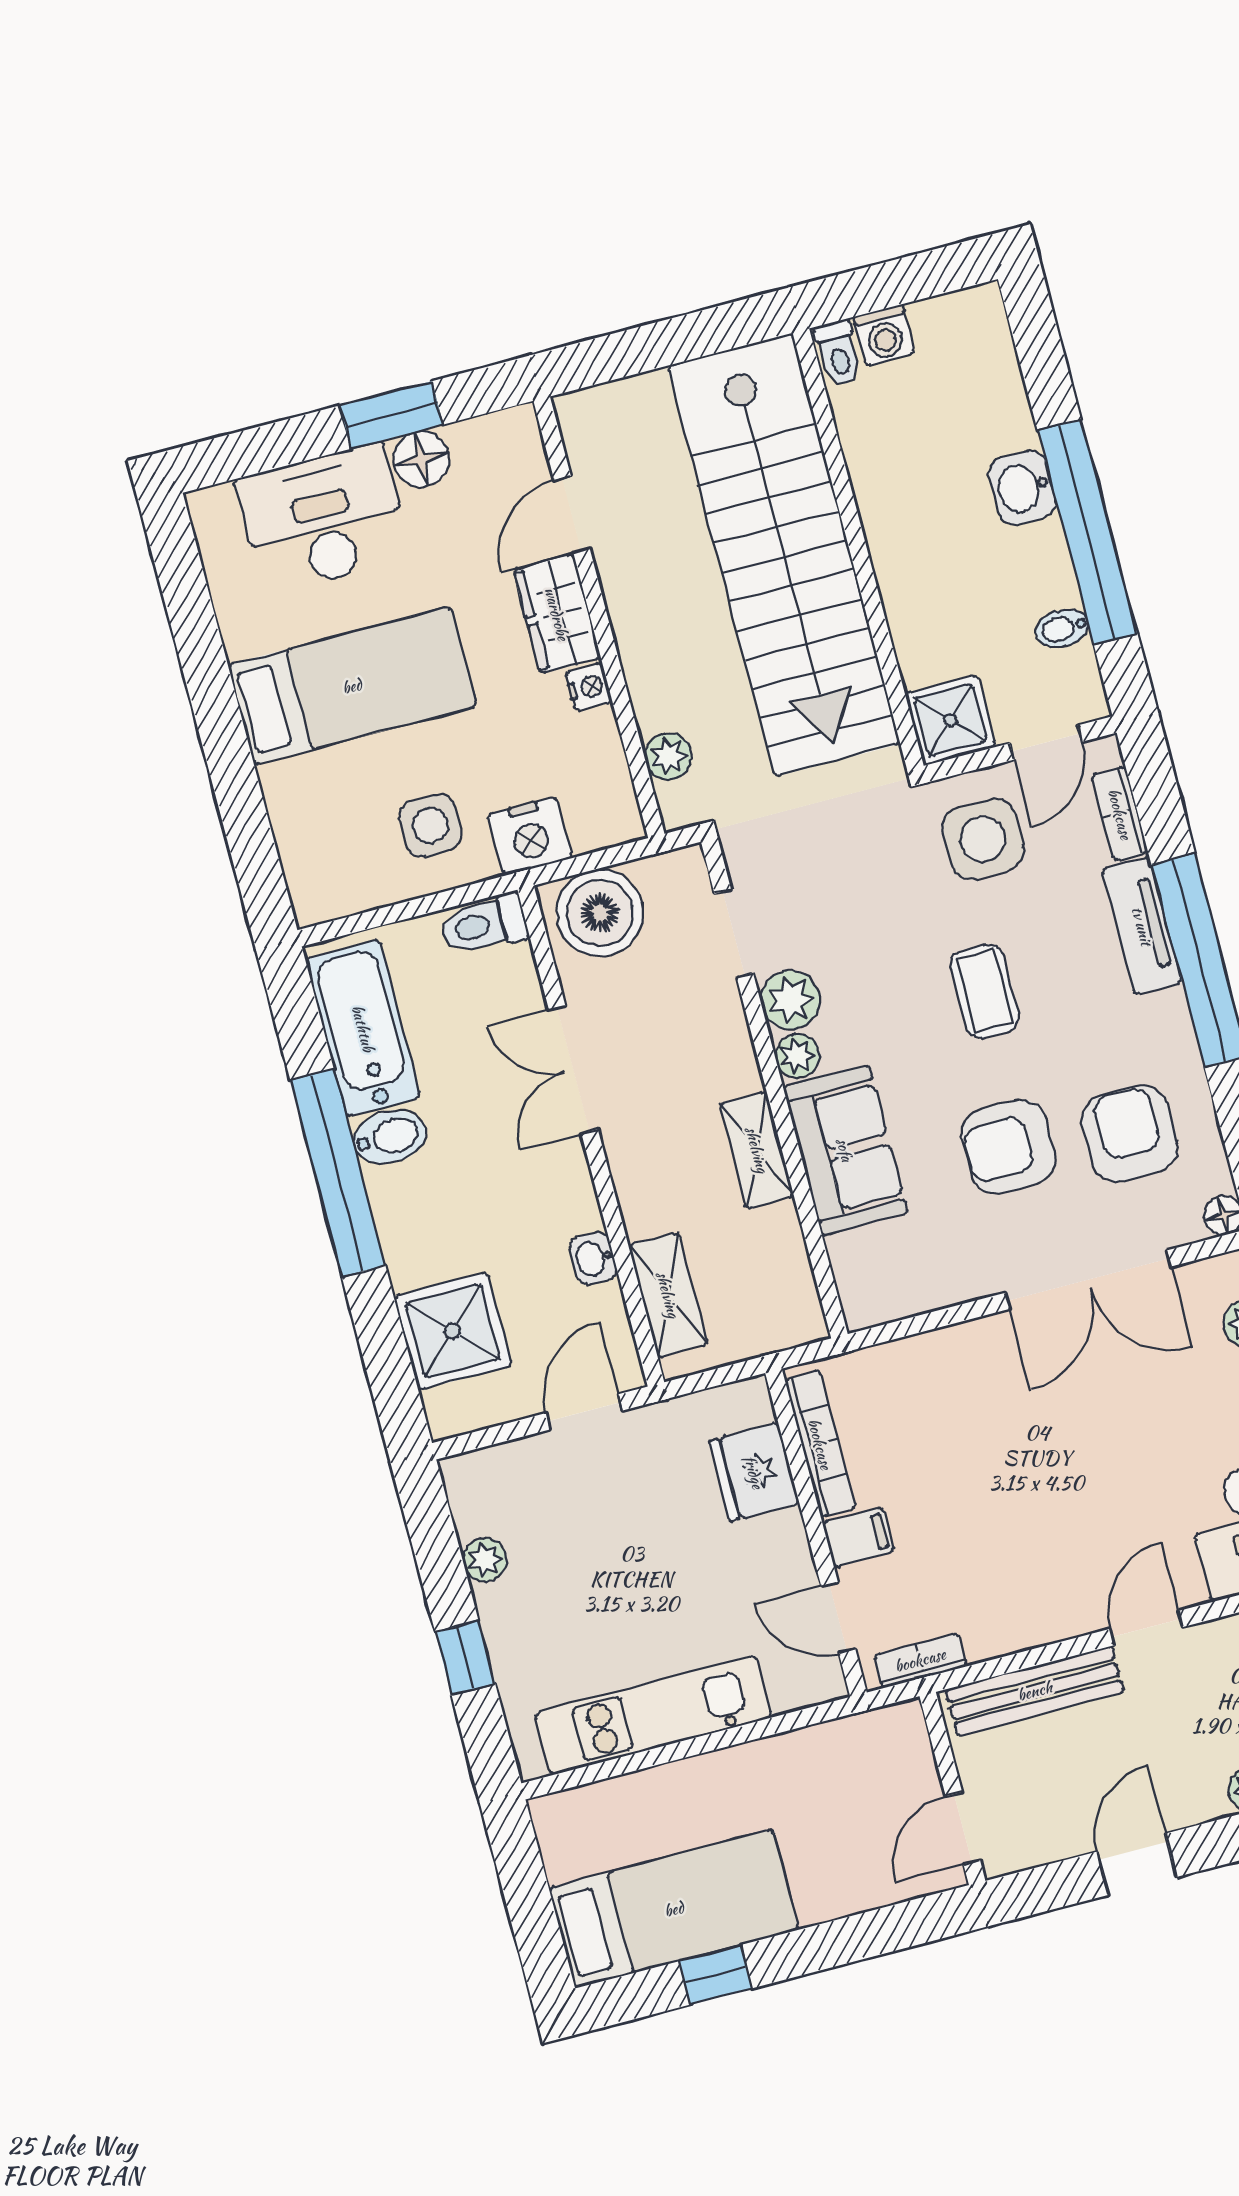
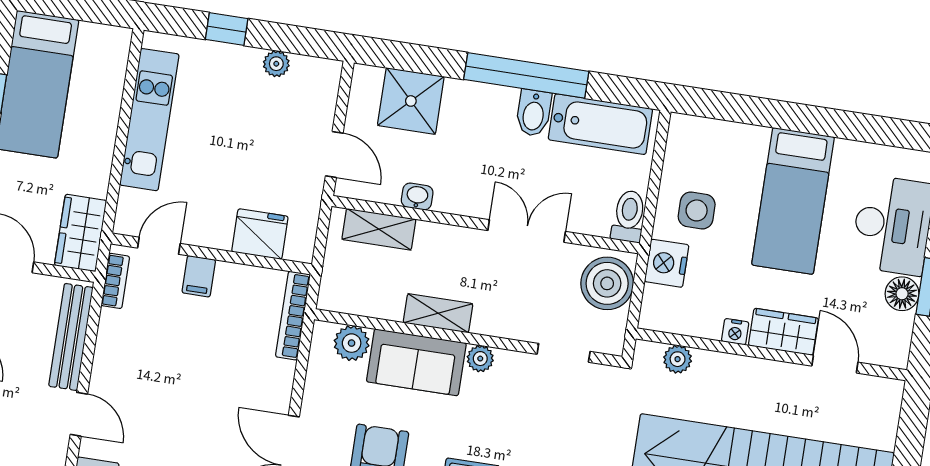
plant: (790, 1000) -> (352, 343), moved
bookcase: (820, 1444) -> (293, 316), moved, turned 90
wardrobe: (871, 1745) -> (81, 233), added

